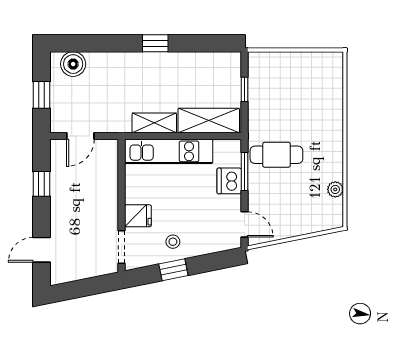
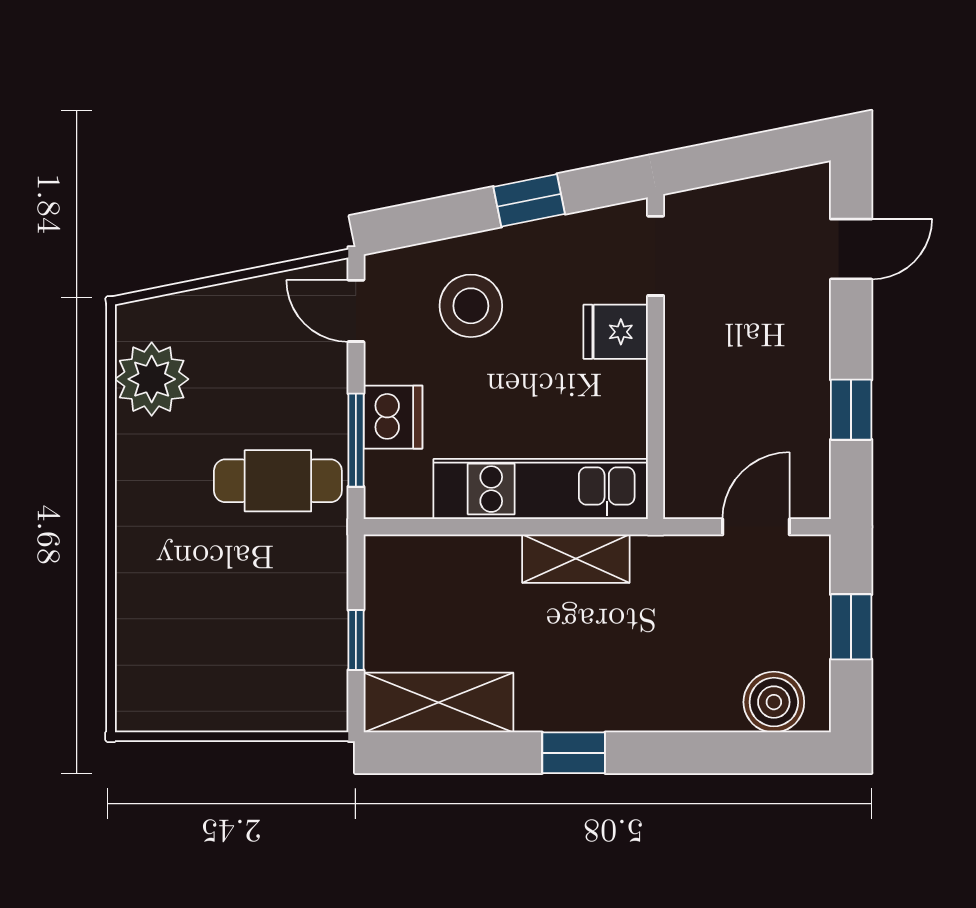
shelving: (209, 120) -> (438, 703), moved
plant: (335, 189) -> (152, 379), width x1.87, depth x1.87
stool: (173, 242) -> (471, 306), moved, width x1.89, depth x1.89

